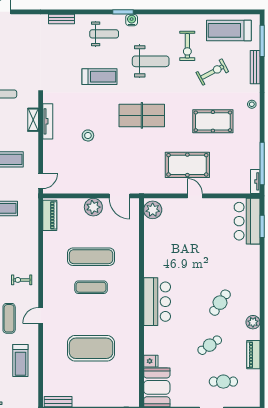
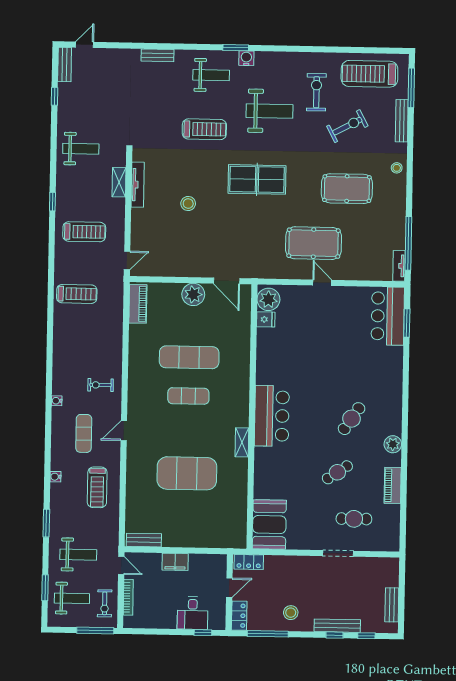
exercise bike: (187, 46) -> (316, 92), turned 180
shelving: (134, 323) -> (242, 442), added
fridge: (151, 361) -> (266, 319), moved

